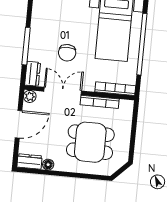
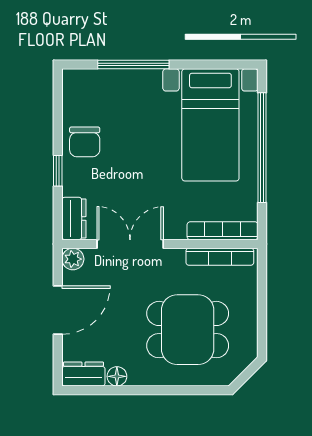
window: (26, 46) -> (58, 171), width x0.46
chair: (67, 53) -> (85, 142), moved
bookcase: (100, 102) -> (220, 257), moved

